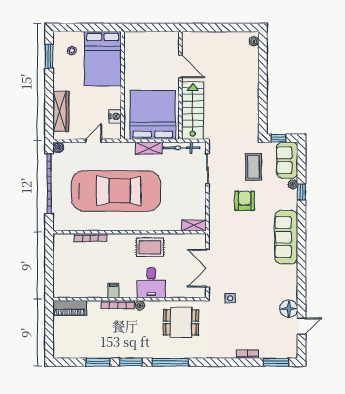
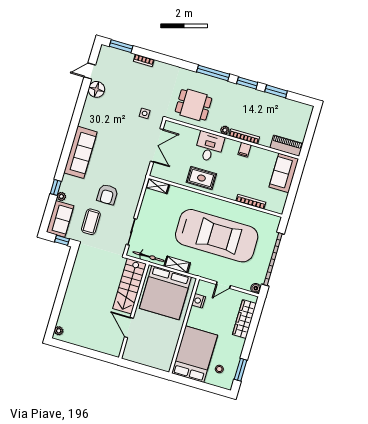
car: (116, 191) -> (217, 236), turned 180
sofa: (64, 278) -> (284, 173), added

